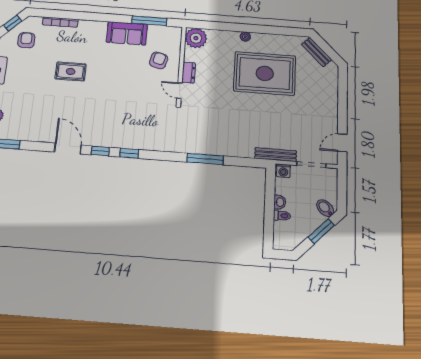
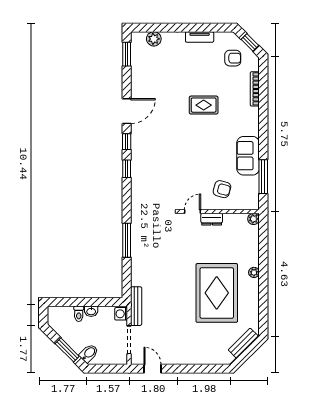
plant: (196, 38) -> (254, 219), width x0.53, depth x0.53
rug: (71, 71) -> (204, 105), turned 90

